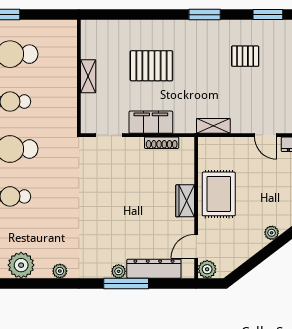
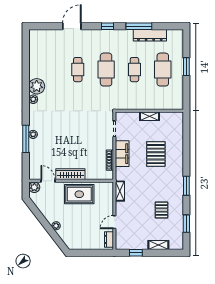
wardrobe: (185, 201) -> (70, 174), width x1.50
plant: (21, 265) -> (37, 86), moved
dresser: (154, 269) -> (35, 156), removed

